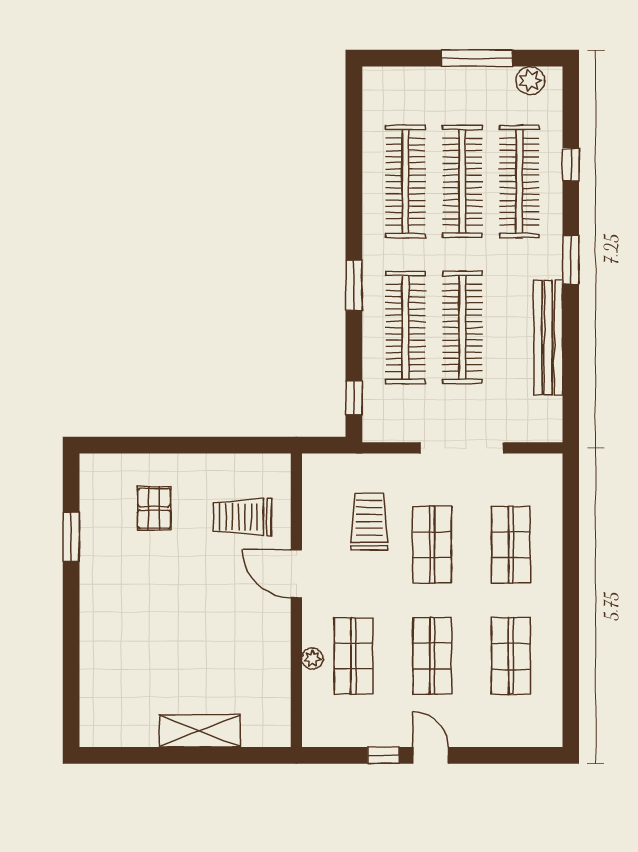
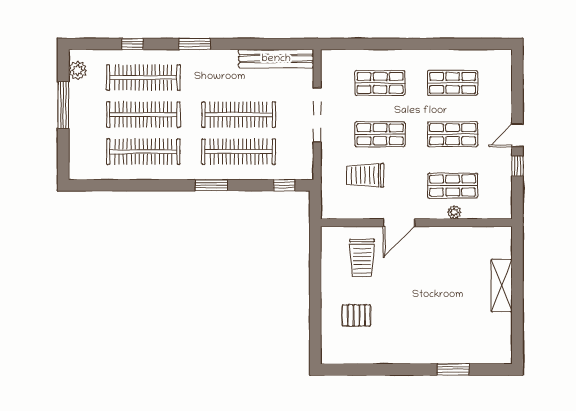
bench: (548, 338) -> (276, 59), moved
window: (71, 537) -> (453, 369), moved

